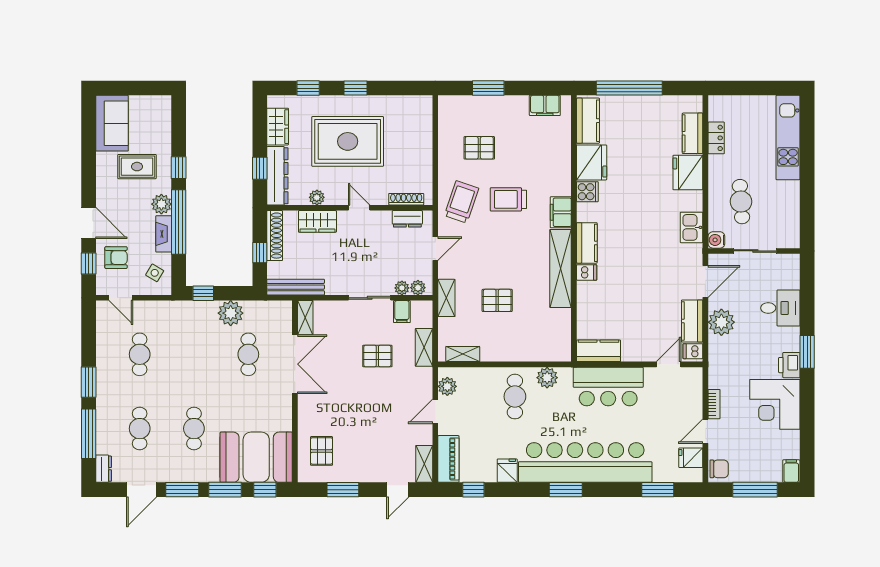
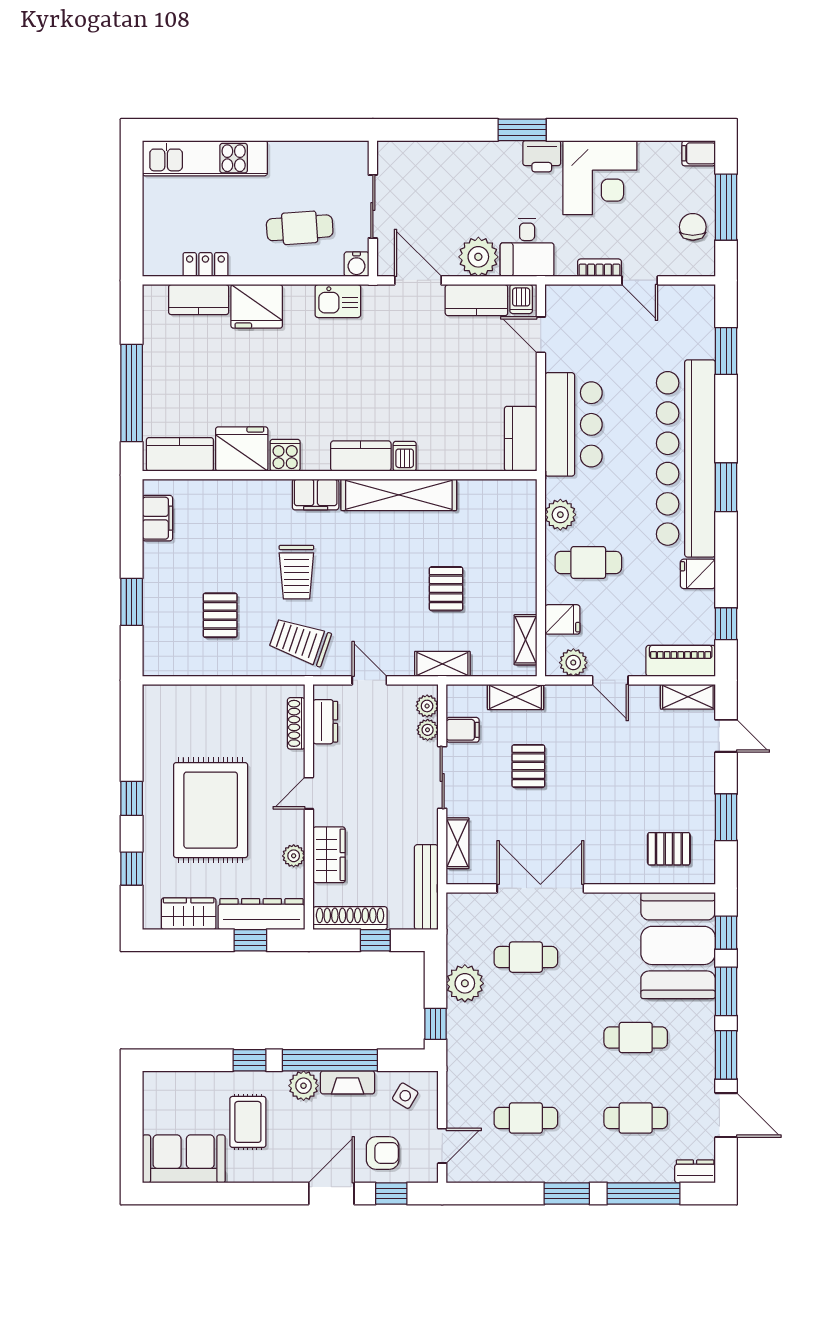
armchair: (116, 258) -> (383, 1153), turned 90
desk: (780, 308) -> (527, 247), moved, turned 180
shelving: (305, 318) -> (458, 843), moved, turned 90
fridge: (691, 458) -> (562, 619), moved, turned -90
chair: (719, 469) -> (693, 227), moved

